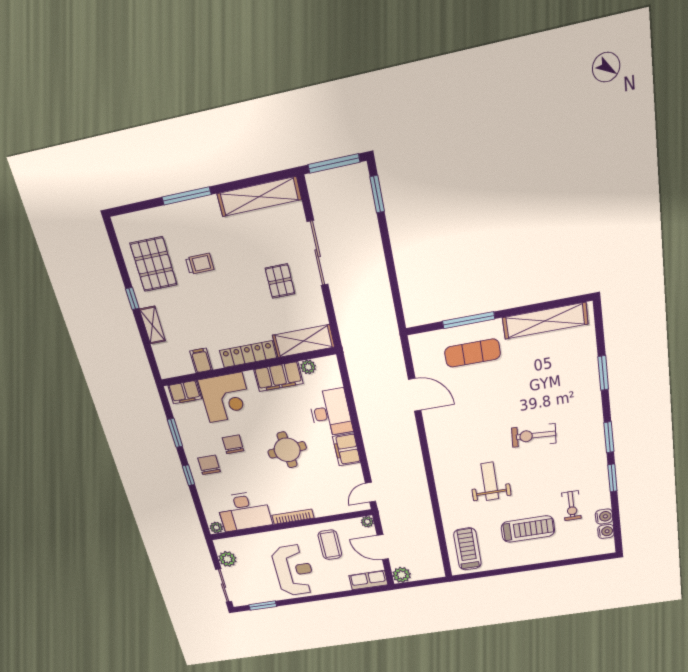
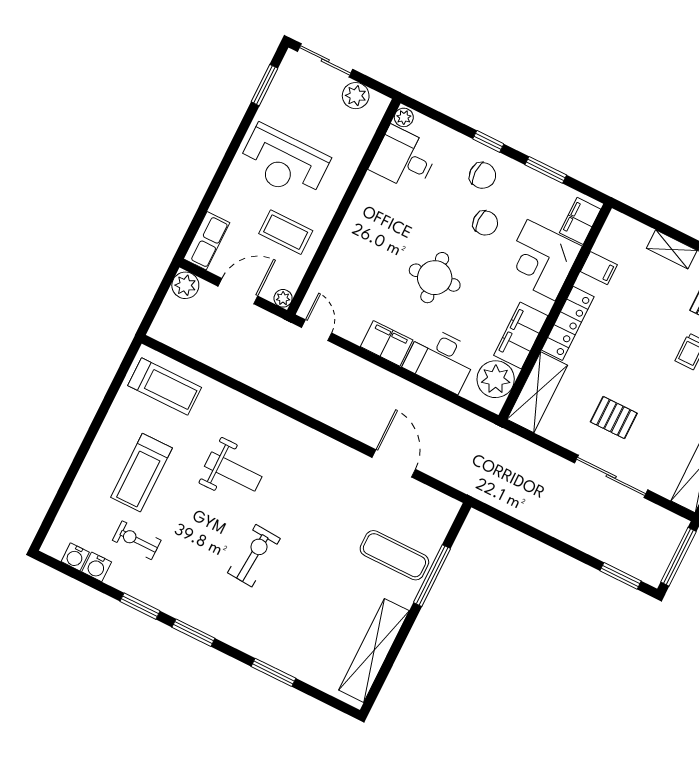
exercise mat: (472, 353) -> (394, 555), turned 90
plant: (308, 367) -> (496, 379), width x1.87, depth x1.87
door: (415, 395) -> (394, 463), swing flipped
desk: (244, 511) -> (404, 159), width x0.73
bookcase: (293, 517) -> (352, 218), removed

